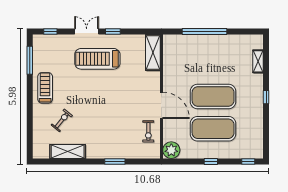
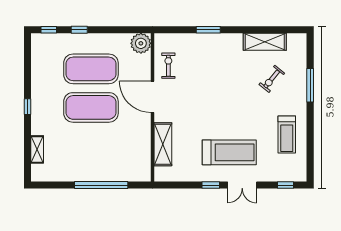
shelving: (153, 53) -> (163, 144), moved
window: (30, 60) -> (310, 85), moved
treadmill: (45, 88) -> (287, 135), moved
window: (211, 161) -> (79, 30), moved

